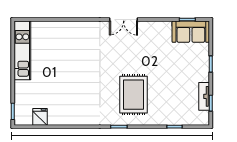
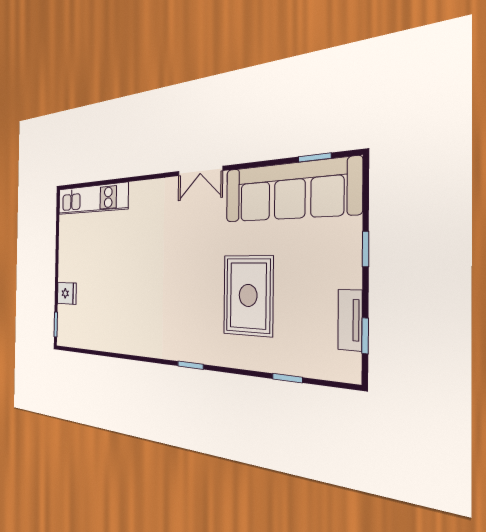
sofa: (191, 32) -> (290, 191), width x1.85, depth x1.27
kitchen unit: (22, 50) -> (92, 199), moved, turned 90
rug: (134, 95) -> (248, 295), moved
fridge: (40, 117) -> (67, 293), moved, turned 90

